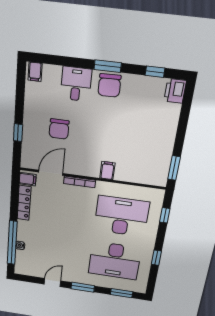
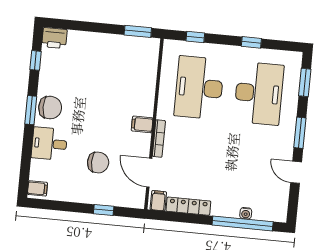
filing cabinet: (107, 171) -> (142, 124), moved

